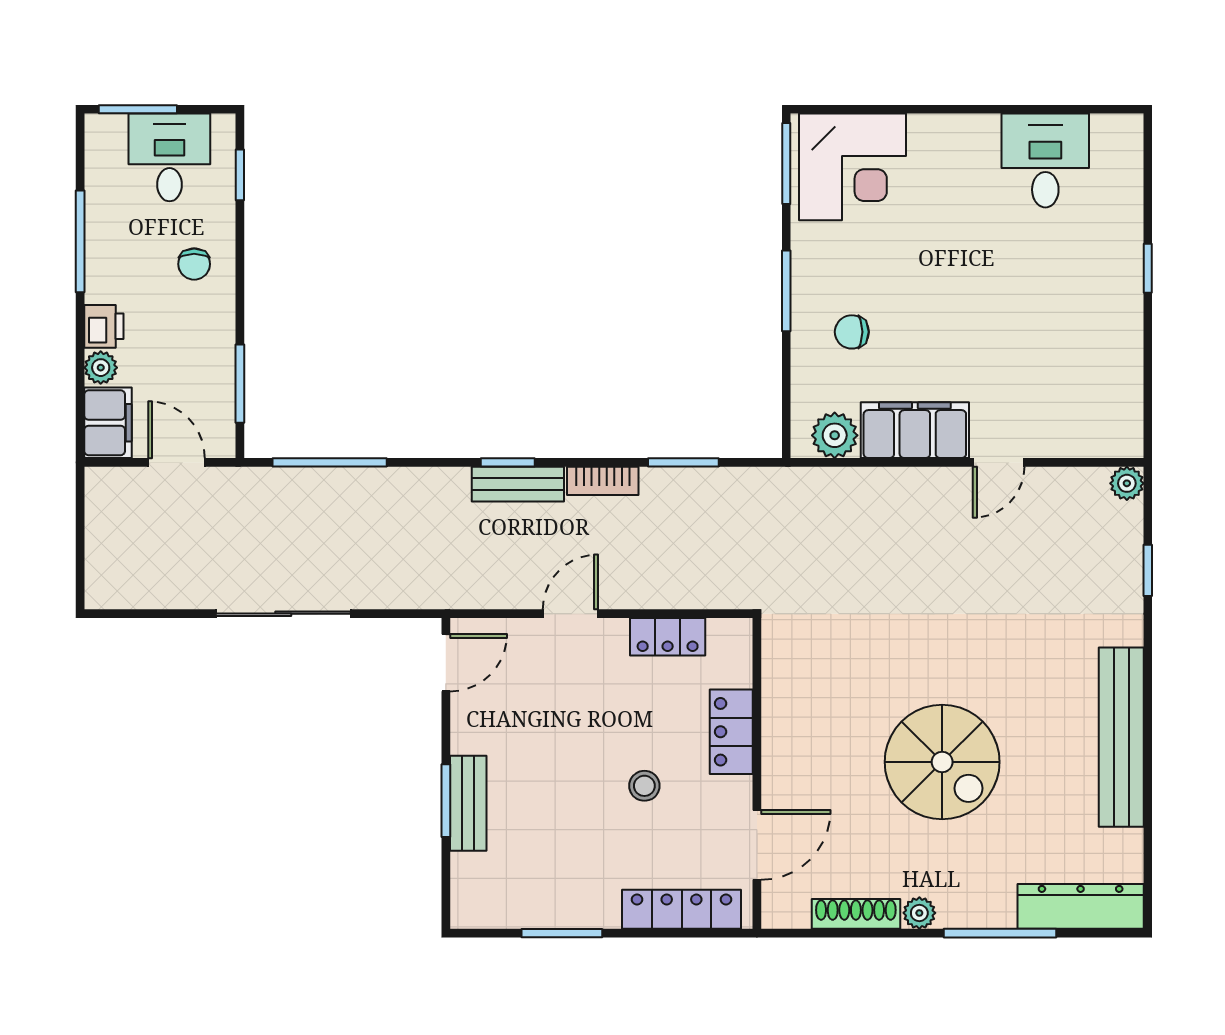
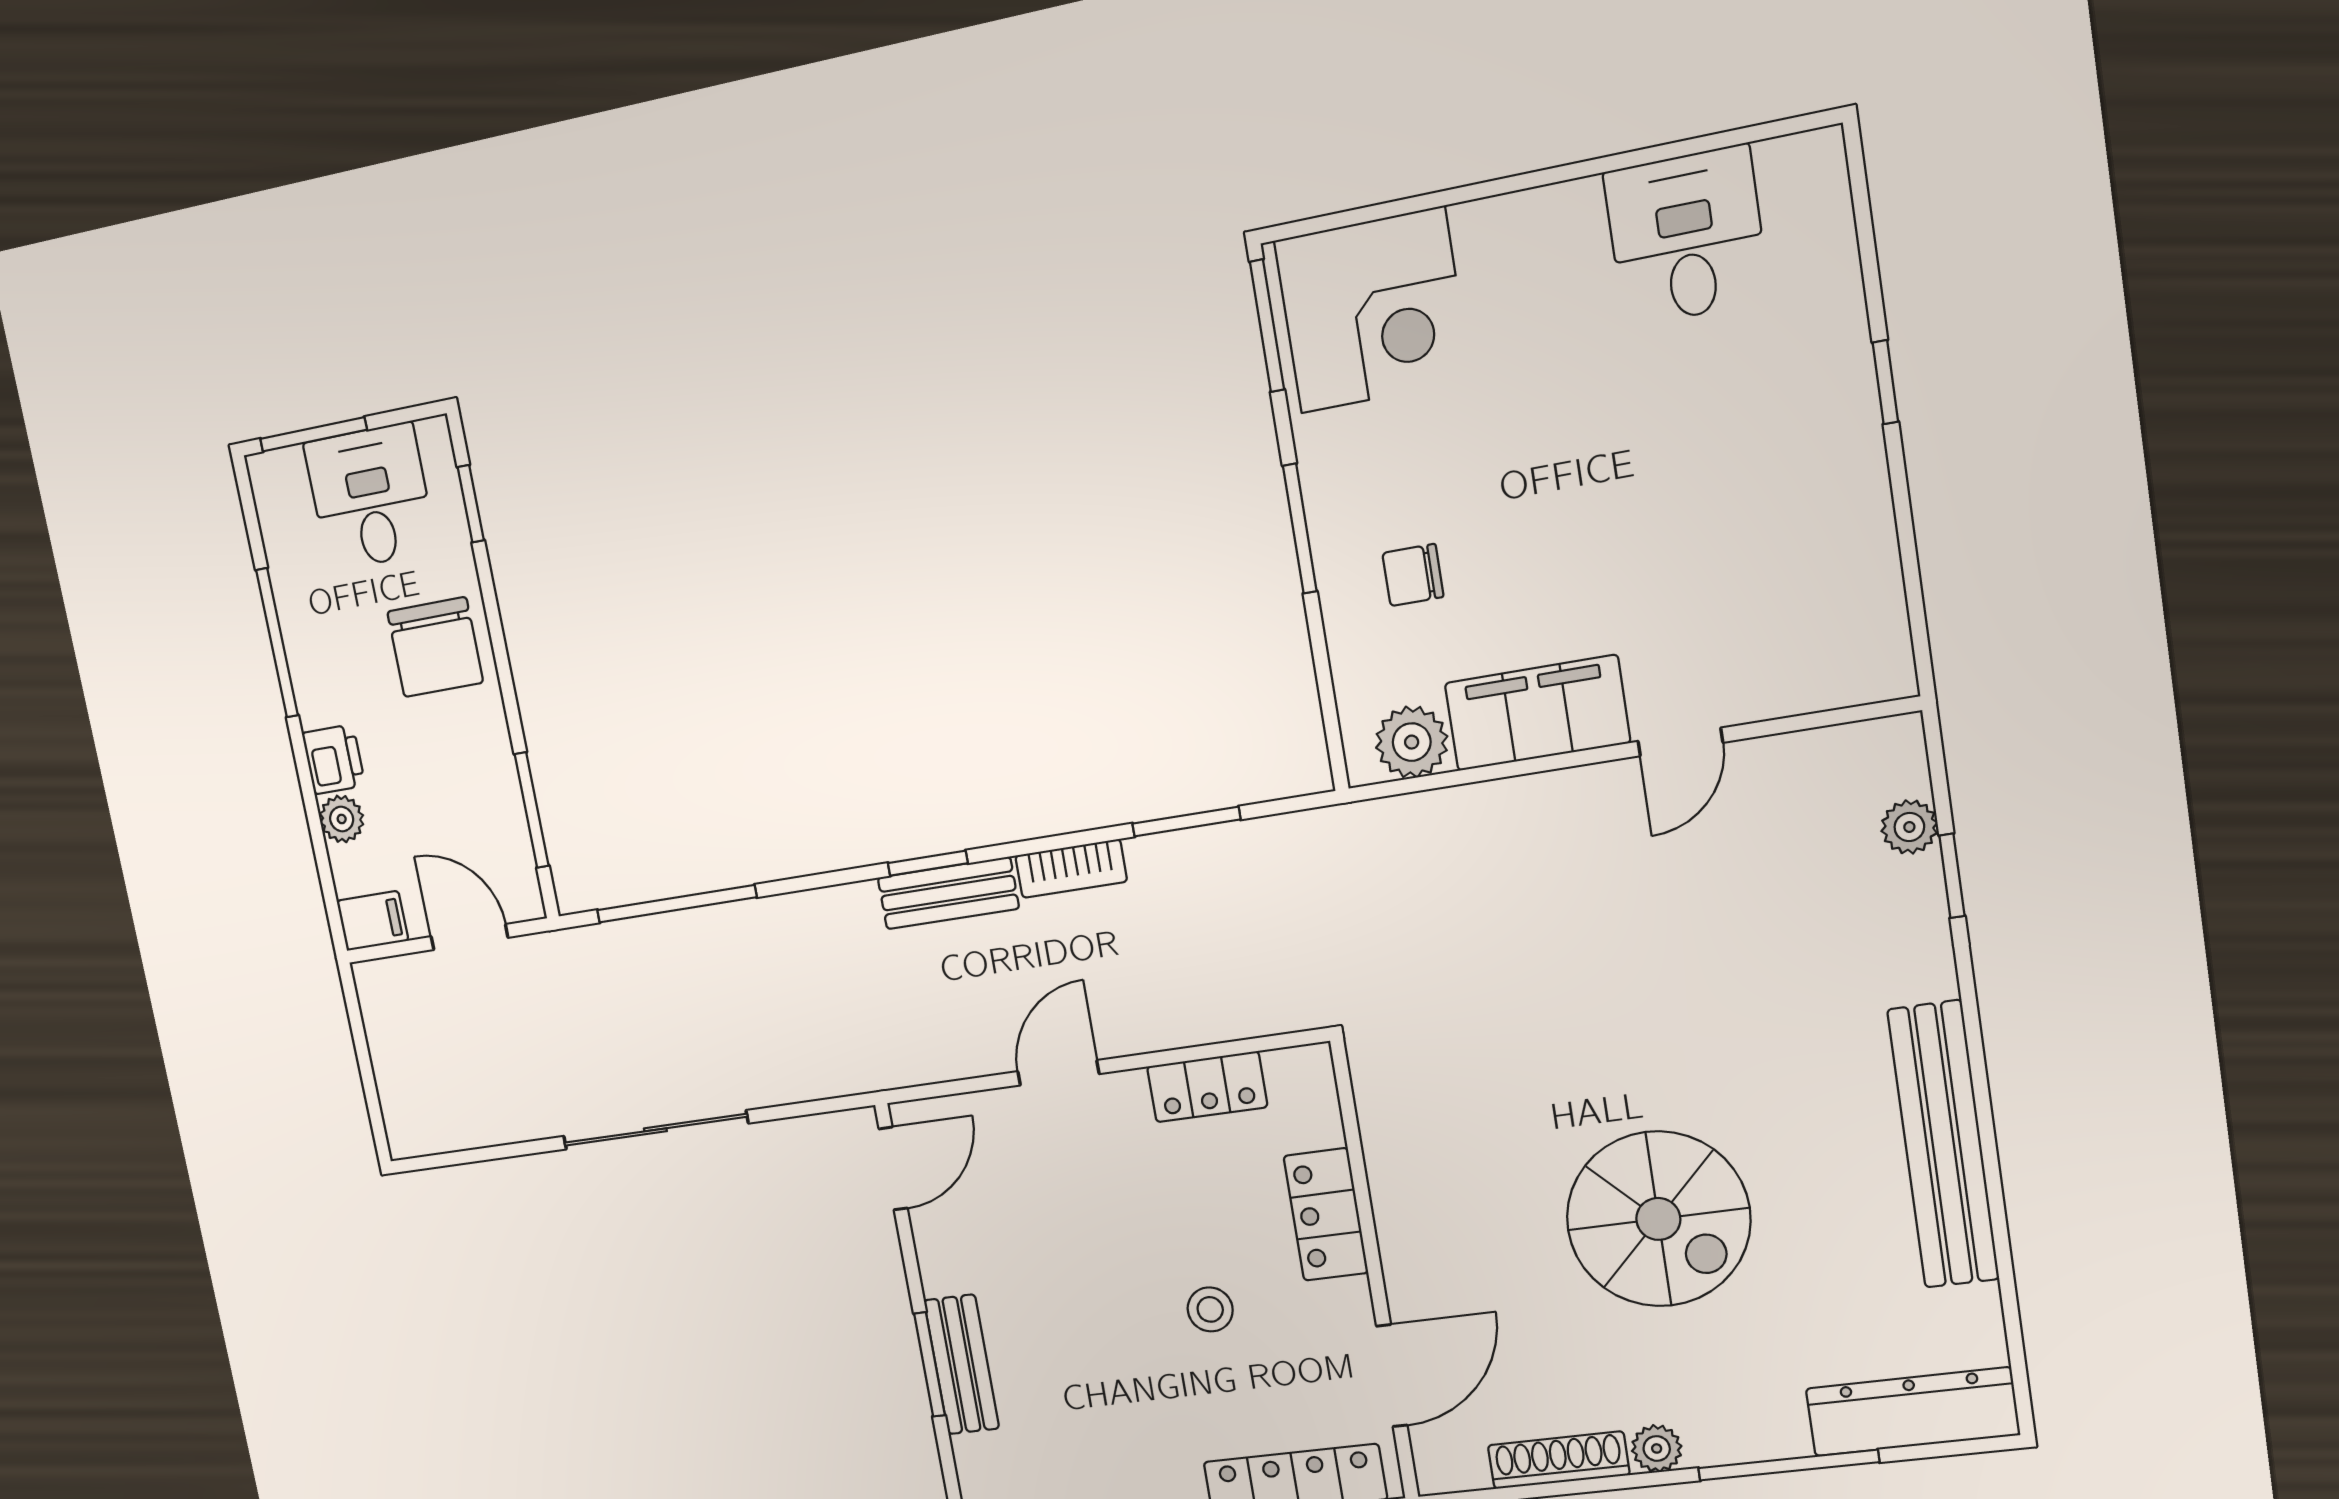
chair: (194, 264) -> (435, 647), width x1.87, depth x1.87
filing cabinet: (108, 423) -> (373, 921), width x0.50
plant: (1127, 483) -> (1909, 827), moved

